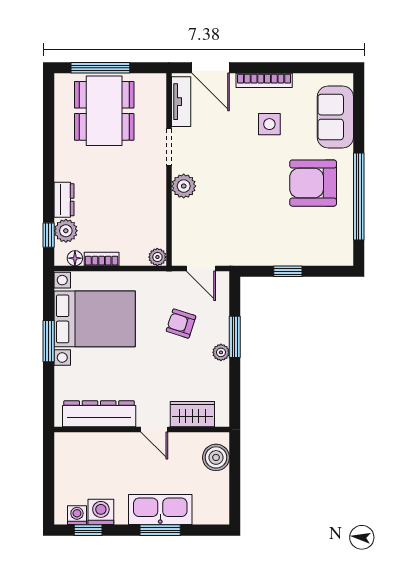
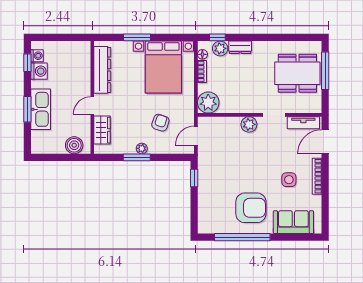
armchair: (313, 183) -> (251, 208), turned 90
plant: (157, 257) -> (208, 103), width x1.87, depth x1.87
window: (288, 271) -> (194, 178), moved
window: (235, 337) -> (137, 157), moved
window: (49, 341) -> (137, 37), moved

